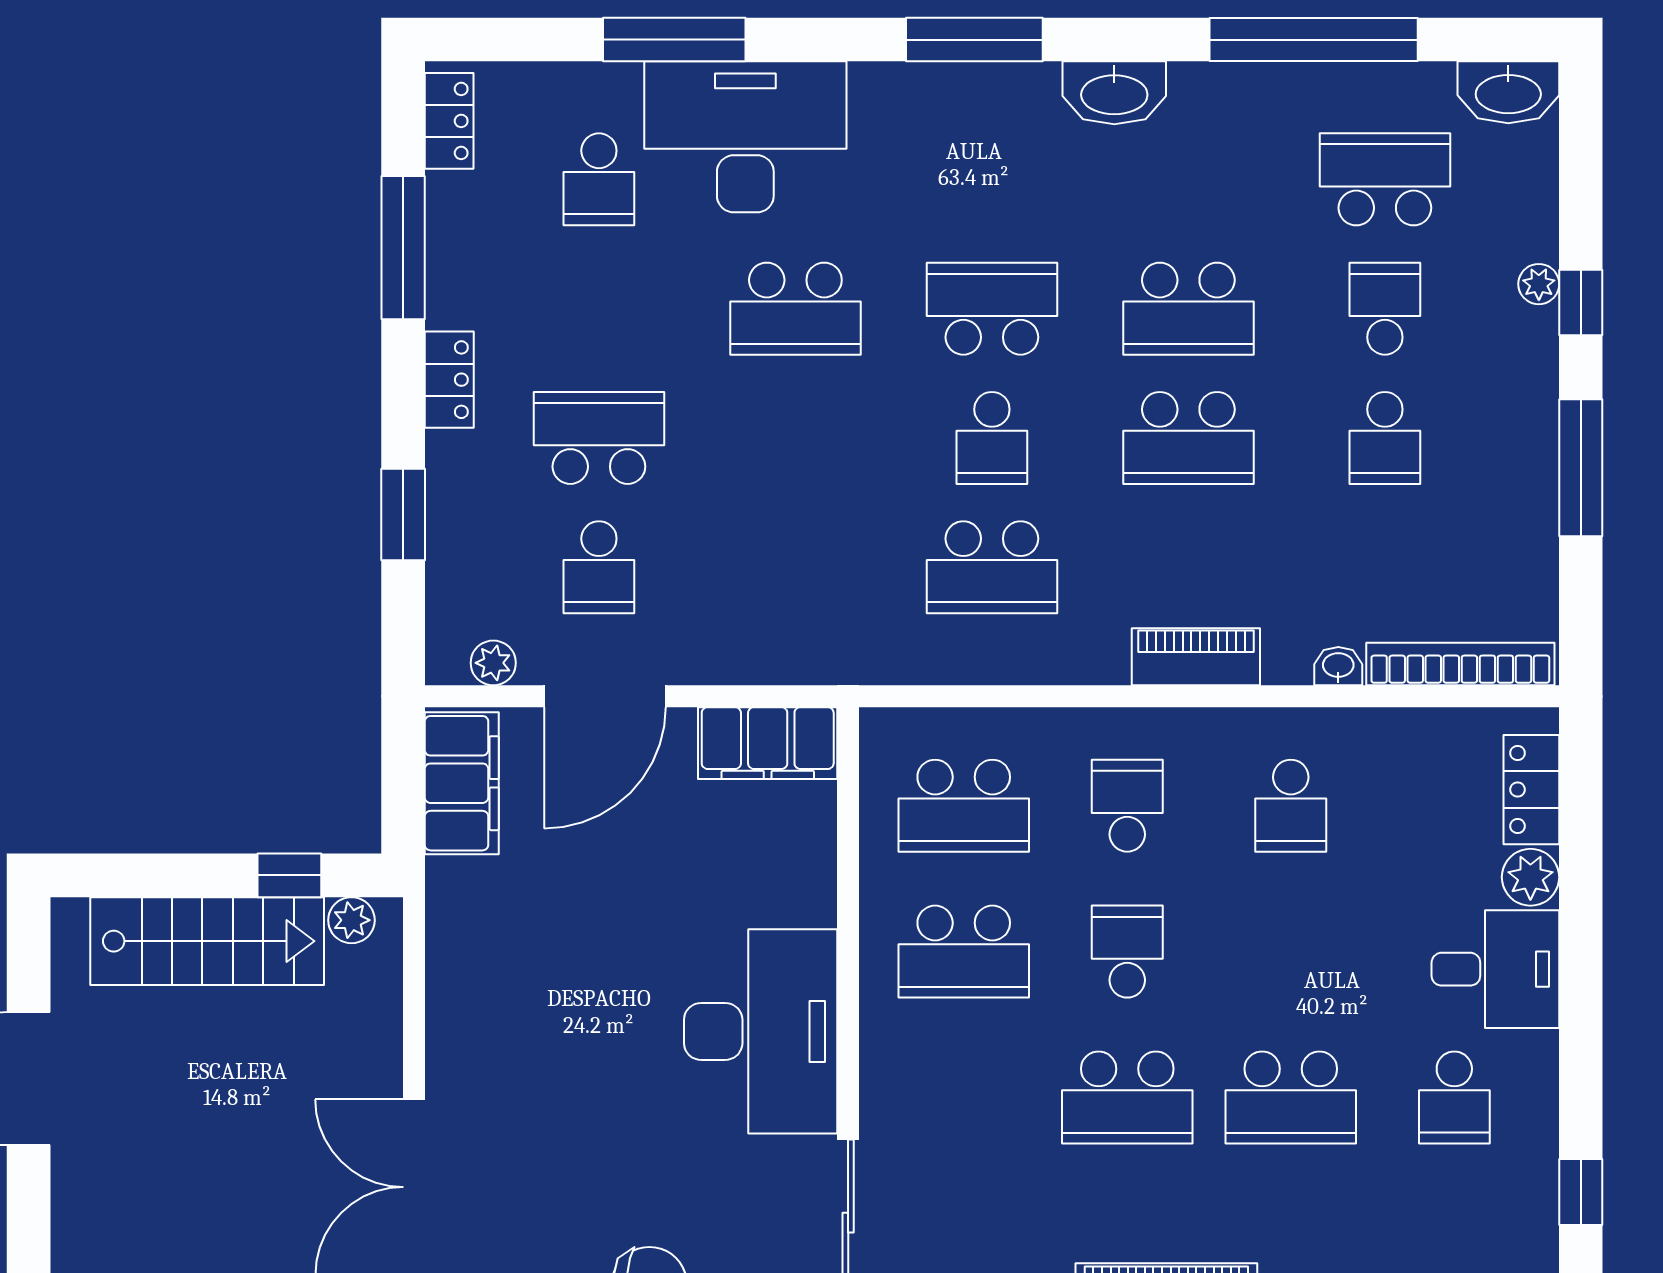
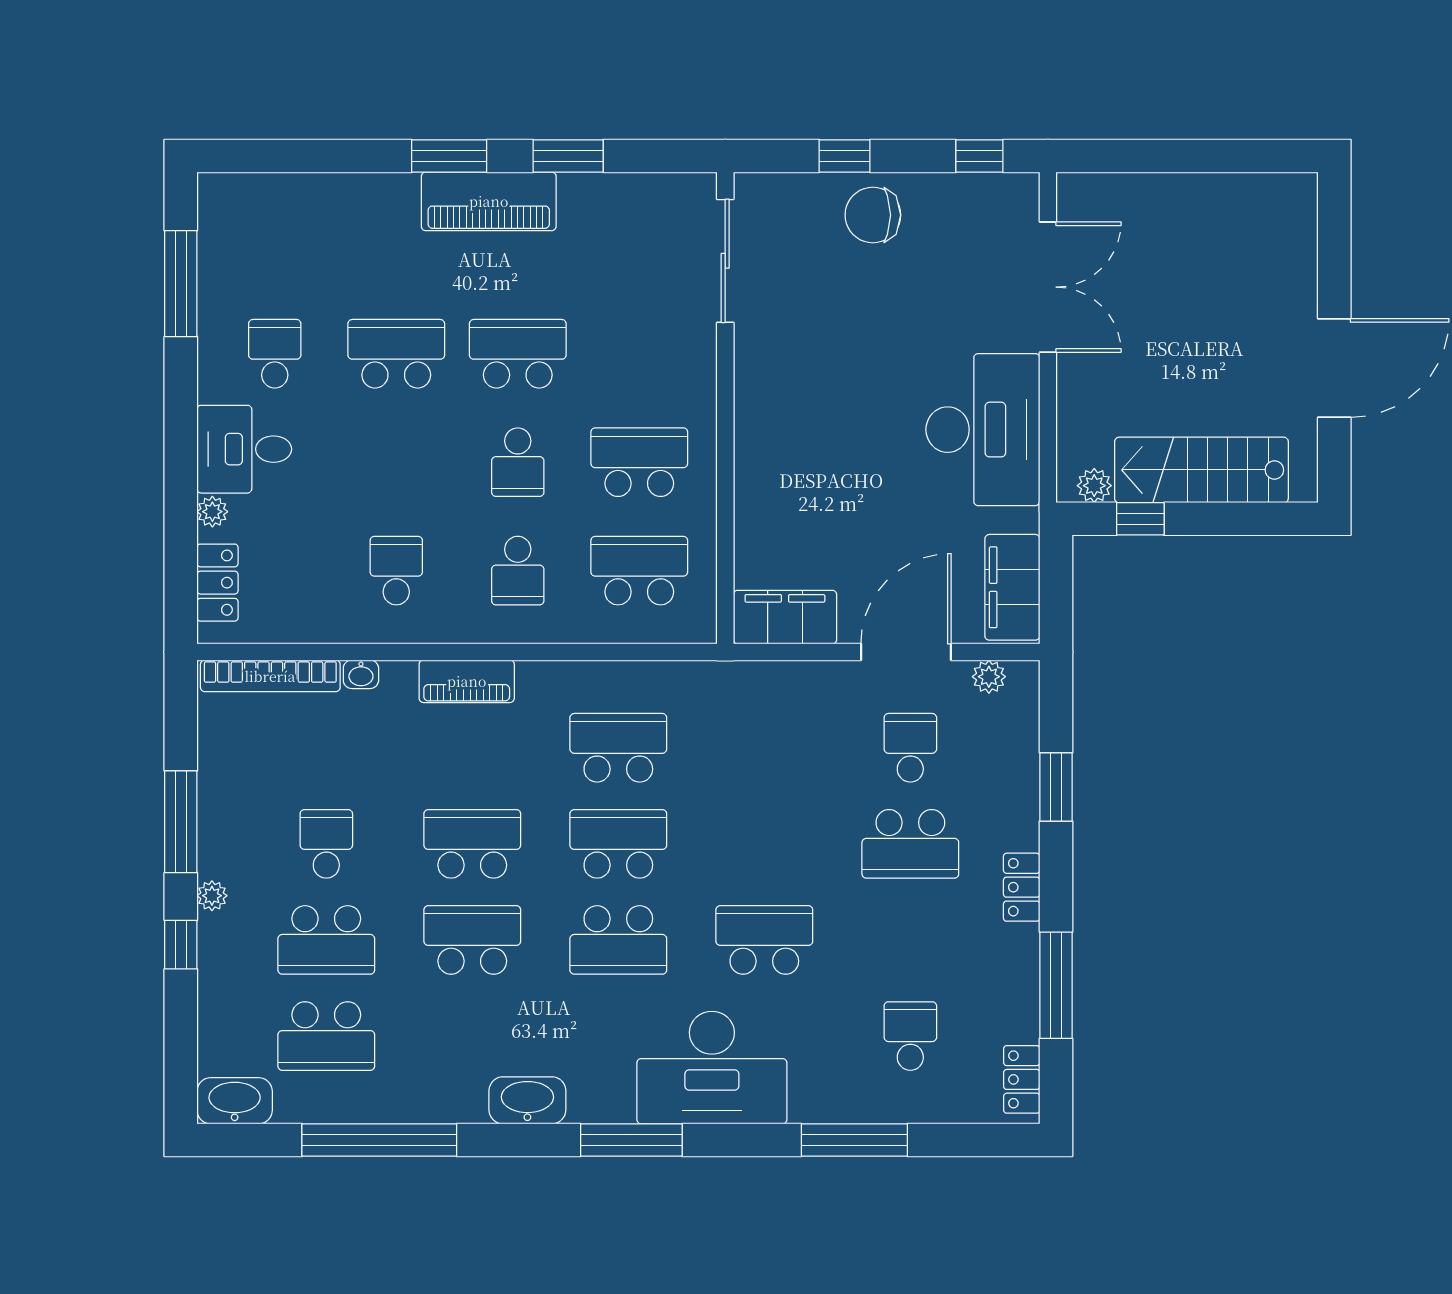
desk: (745, 137) -> (712, 1068), moved
plant: (1539, 284) -> (212, 896), moved
school desk: (1385, 309) -> (326, 940), width x1.85
school desk: (992, 438) -> (618, 844), width x1.85
plant: (1530, 877) -> (212, 512), width x0.73, depth x0.73
desk: (761, 1031) -> (983, 430), moved, turned 180
window: (1581, 1192) -> (181, 284), width x2.17

